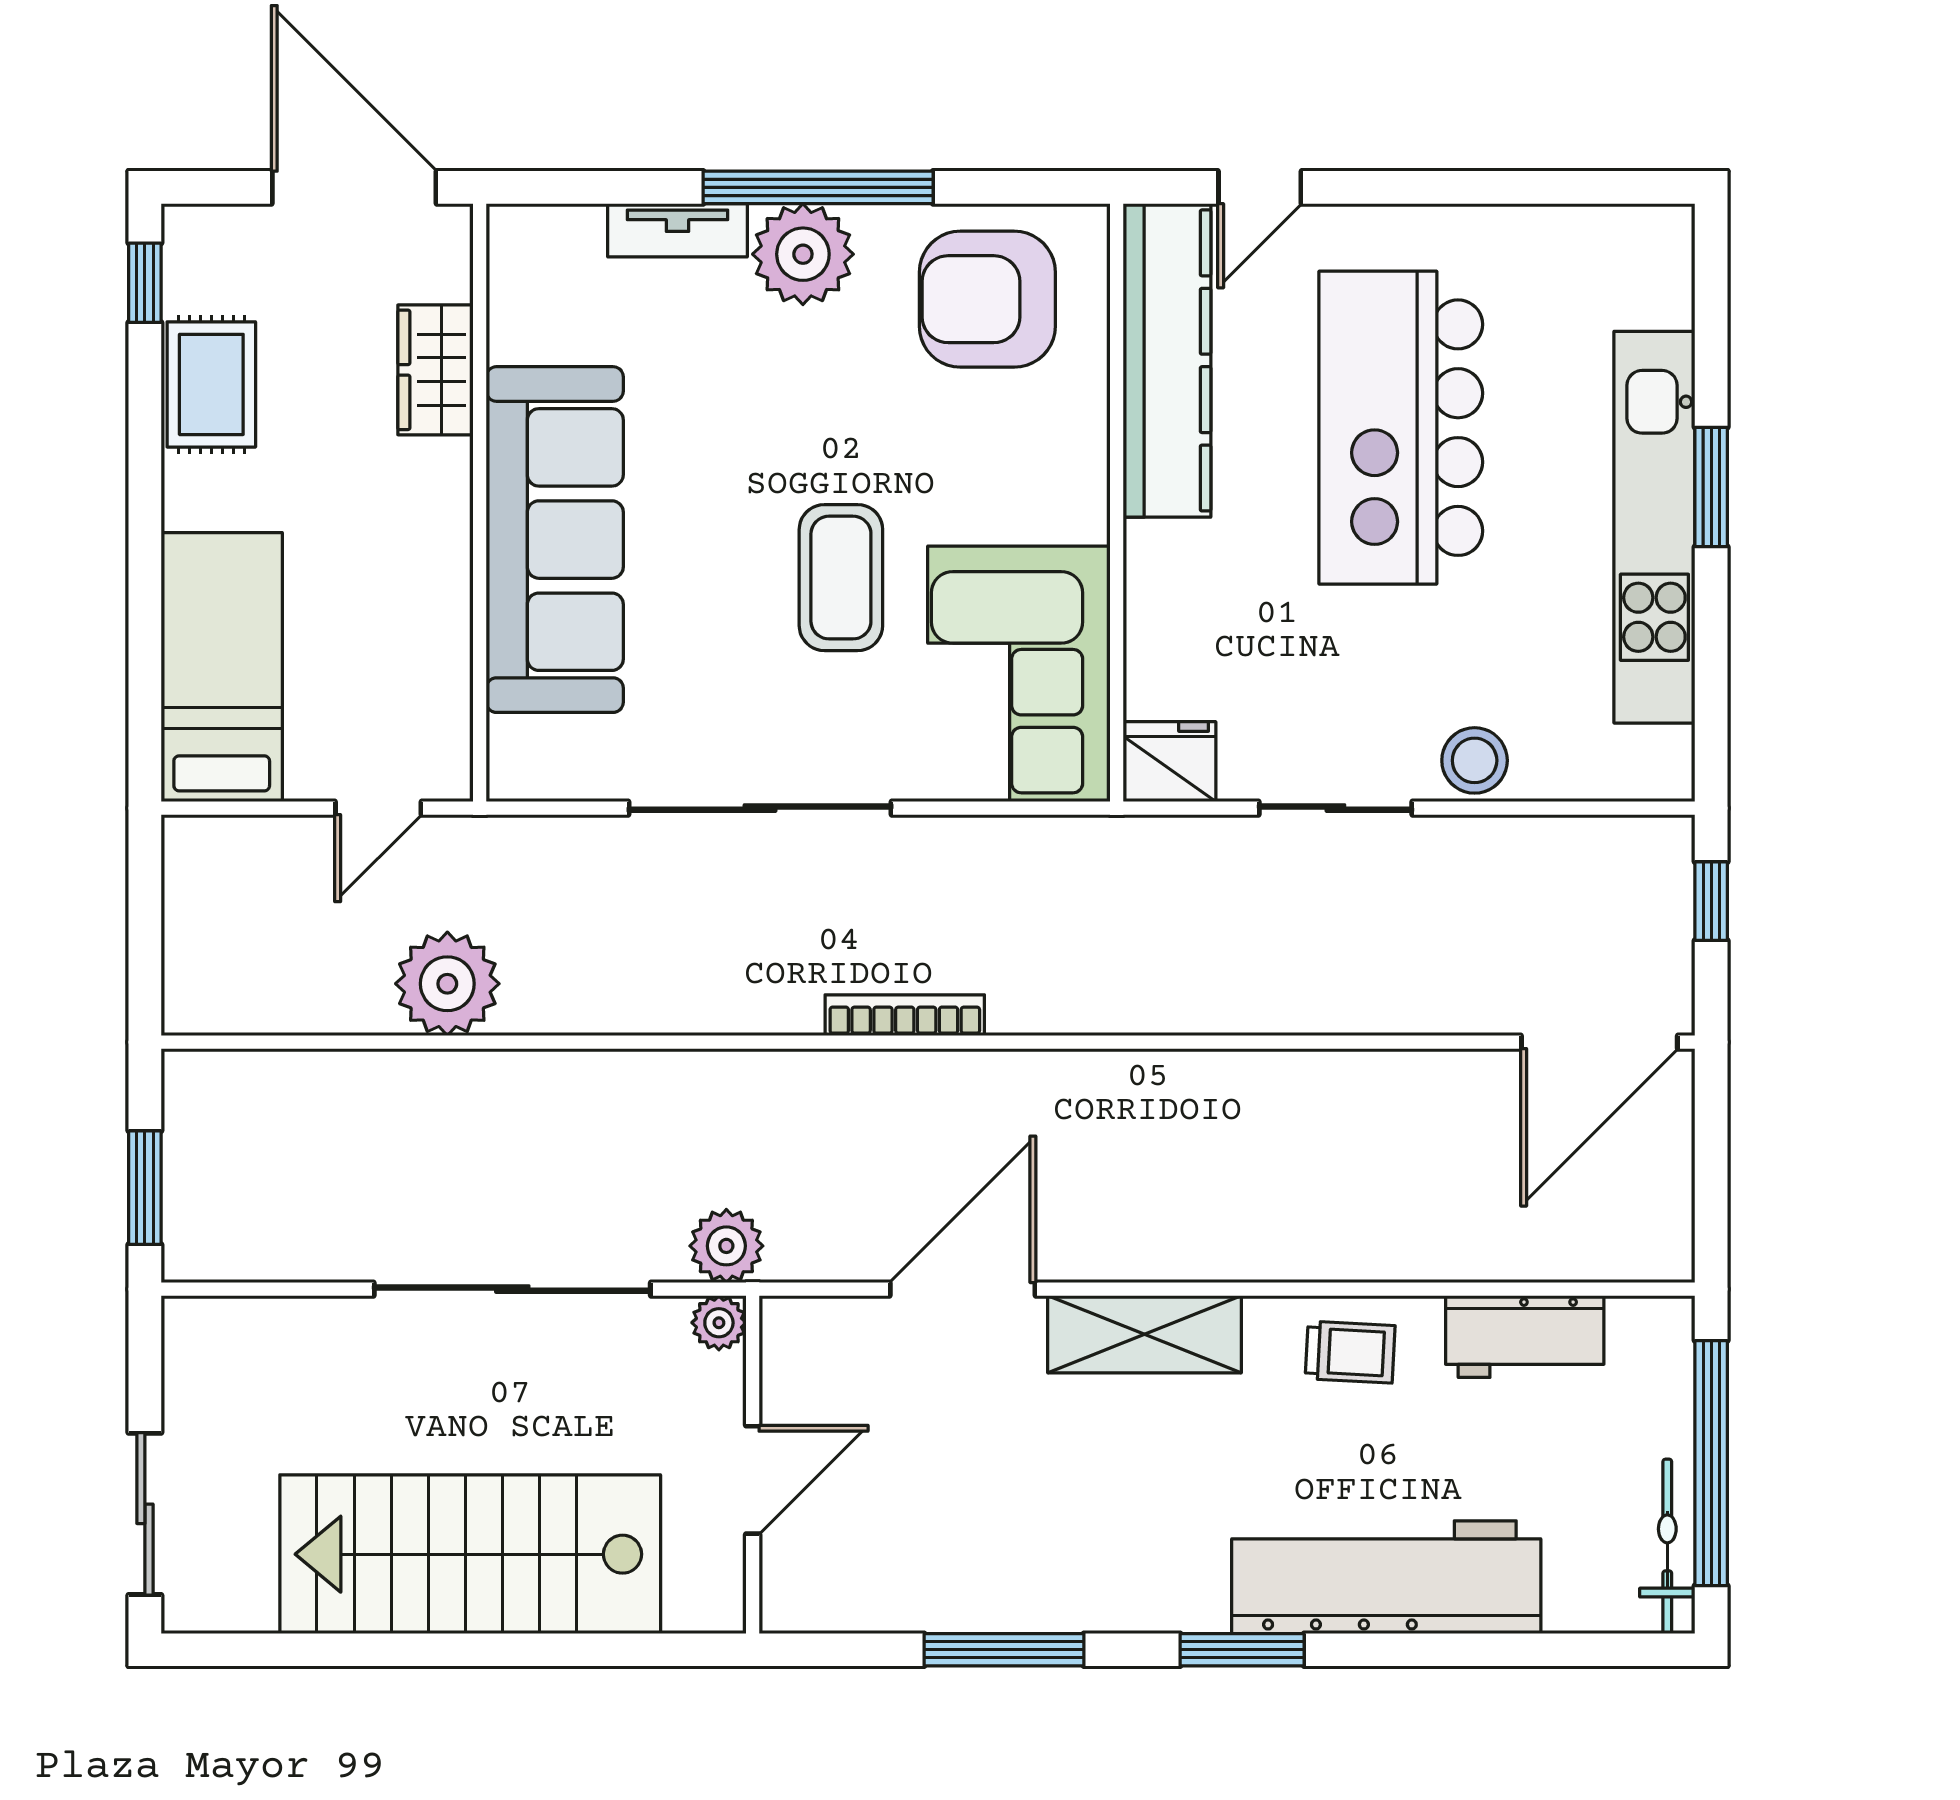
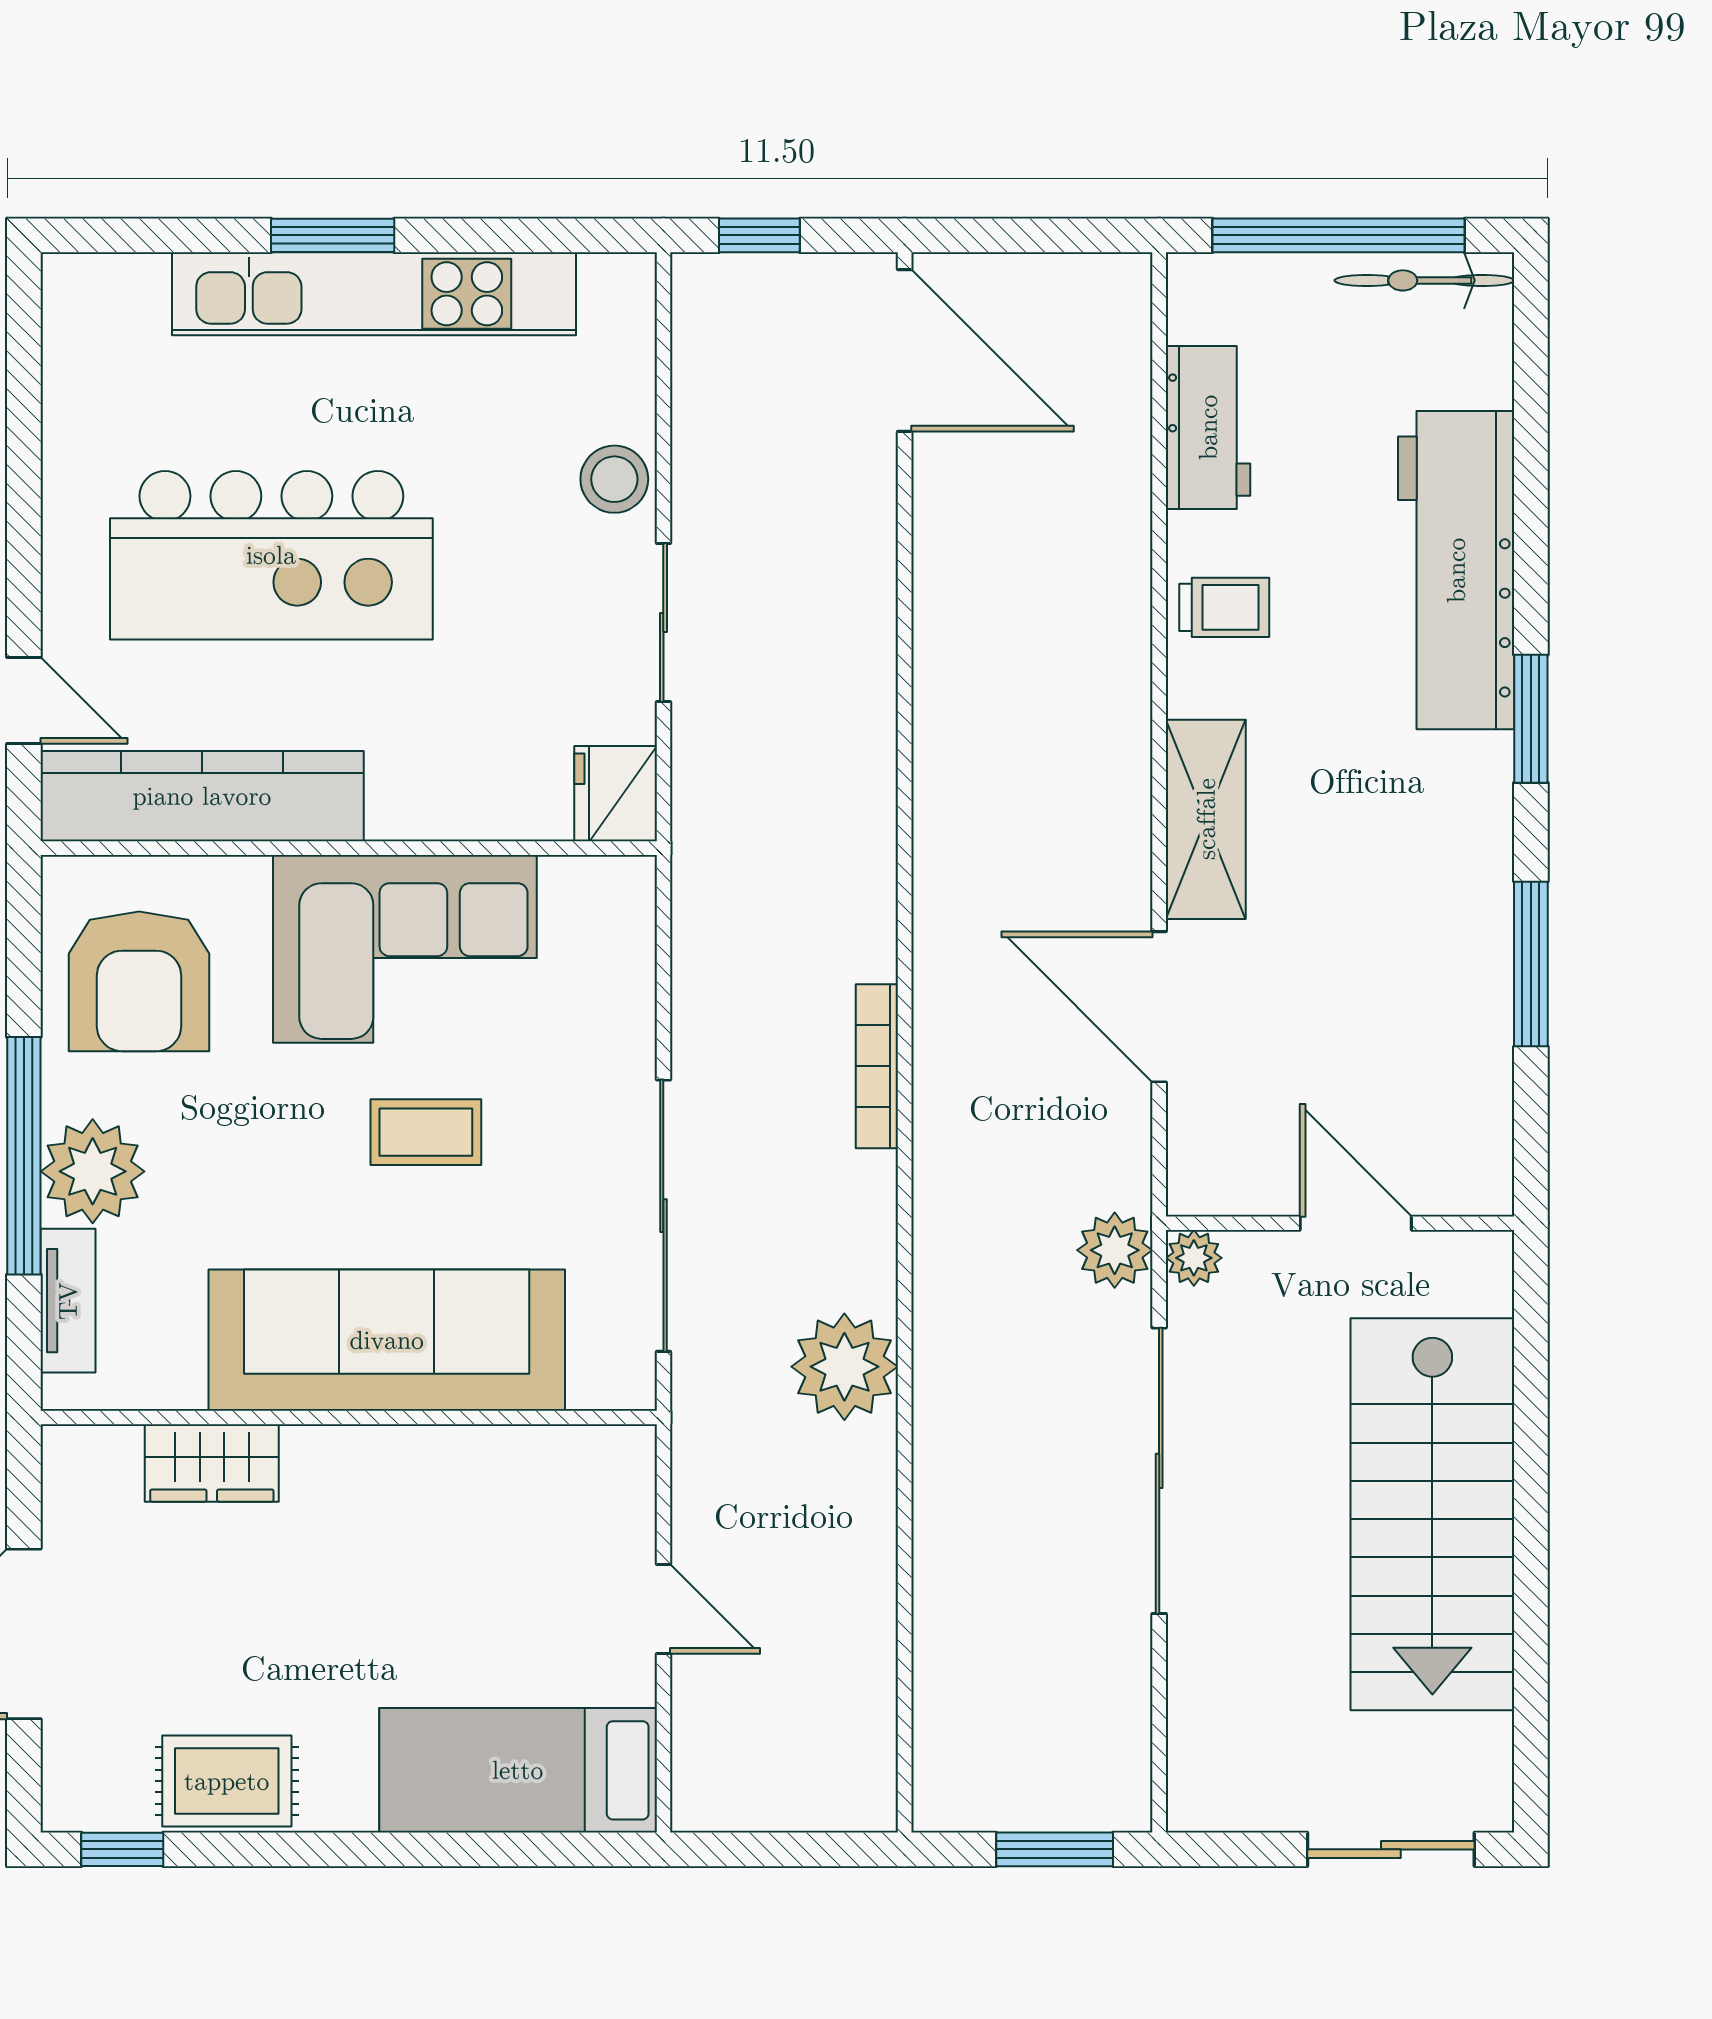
wardrobe: (435, 370) -> (212, 1463), moved
wall: (480, 503) -> (349, 1417), moved
sofa: (555, 540) -> (387, 1340), moved
coffee table: (841, 578) -> (426, 1132), width x0.73, depth x0.77
corner sofa: (1019, 674) -> (405, 949), moved
plant: (447, 984) -> (844, 1367), moved
trolley: (1350, 1352) -> (1224, 607), turned 87

